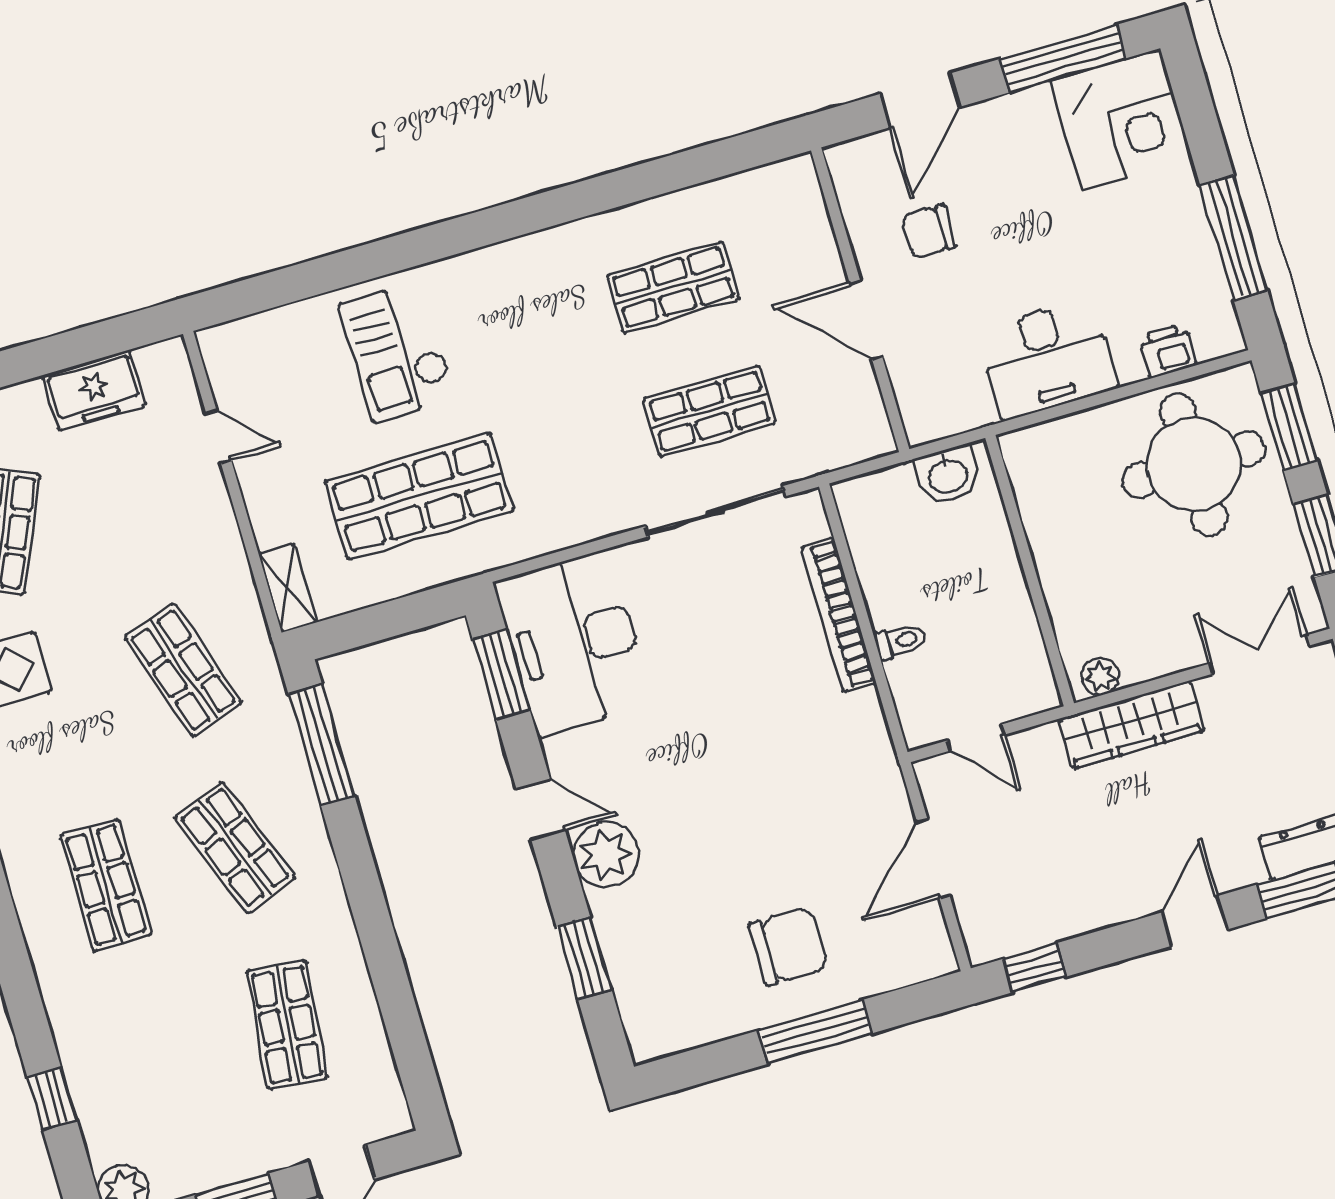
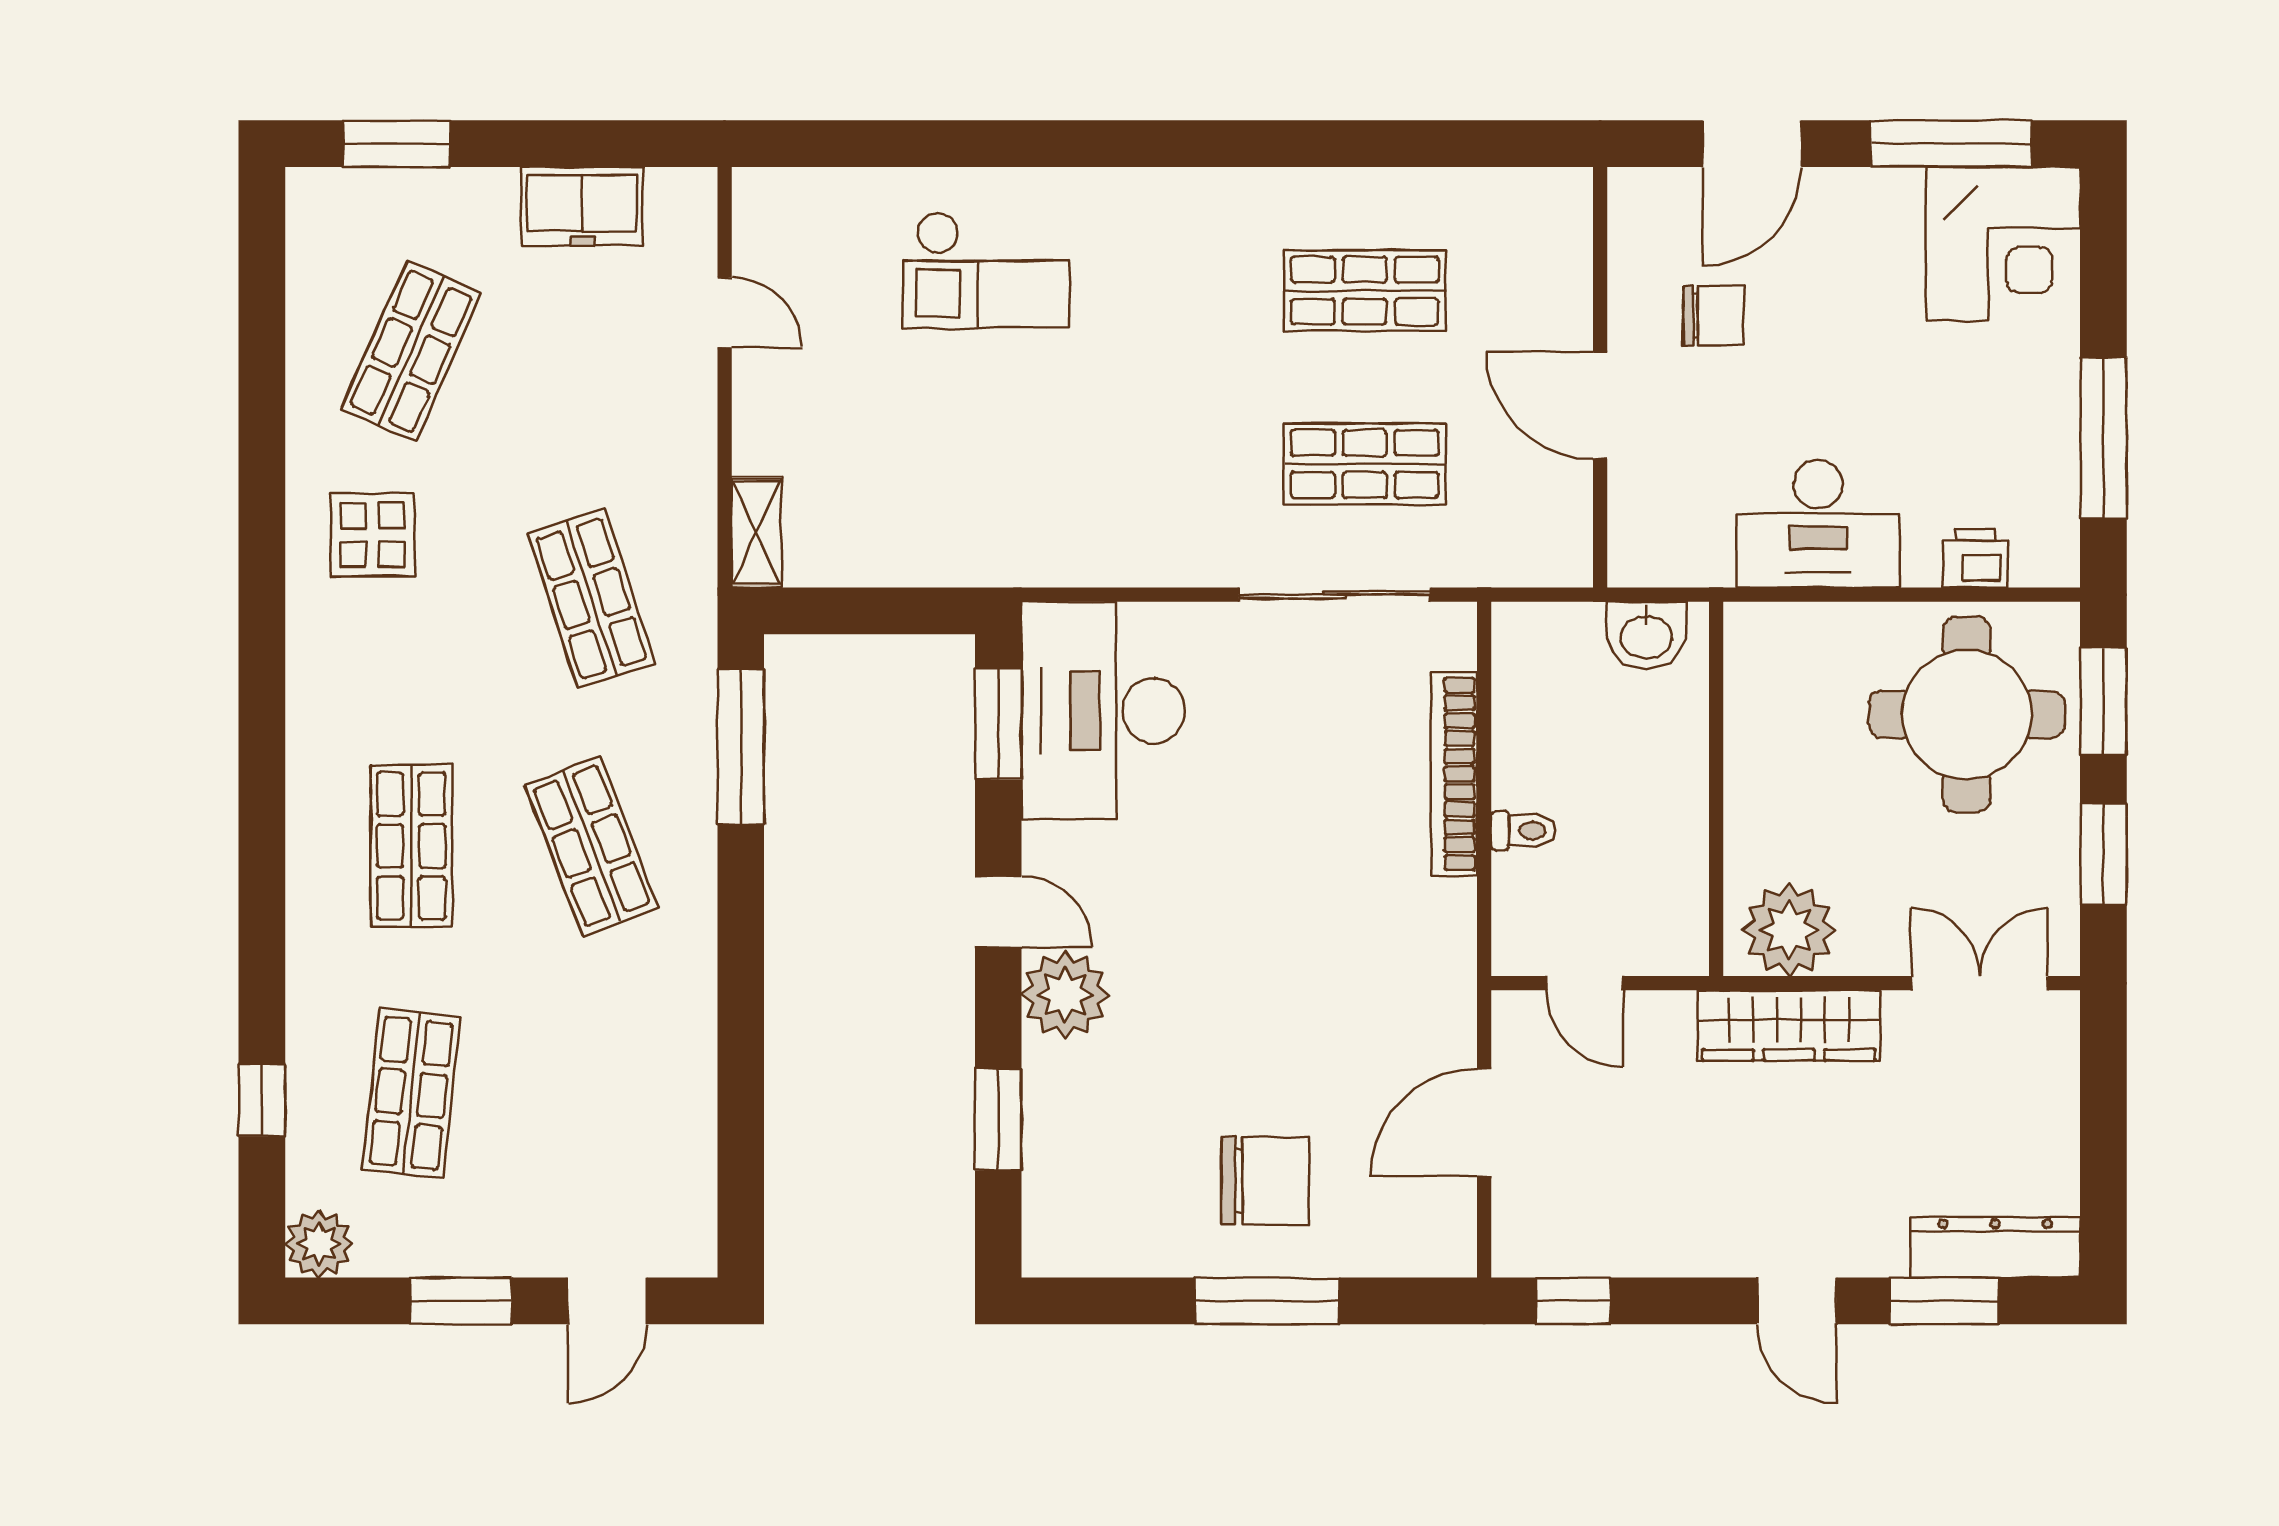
chair: (929, 232) -> (1714, 316), turned 180
checkout: (397, 352) -> (986, 270), turned -90
shop shelf: (419, 496) -> (960, 464), removed
plant: (1100, 676) -> (1789, 930), width x1.87, depth x1.87
door: (1195, 921) -> (1797, 1301), swing flipped
shop shelf: (287, 1025) -> (411, 1093), moved

